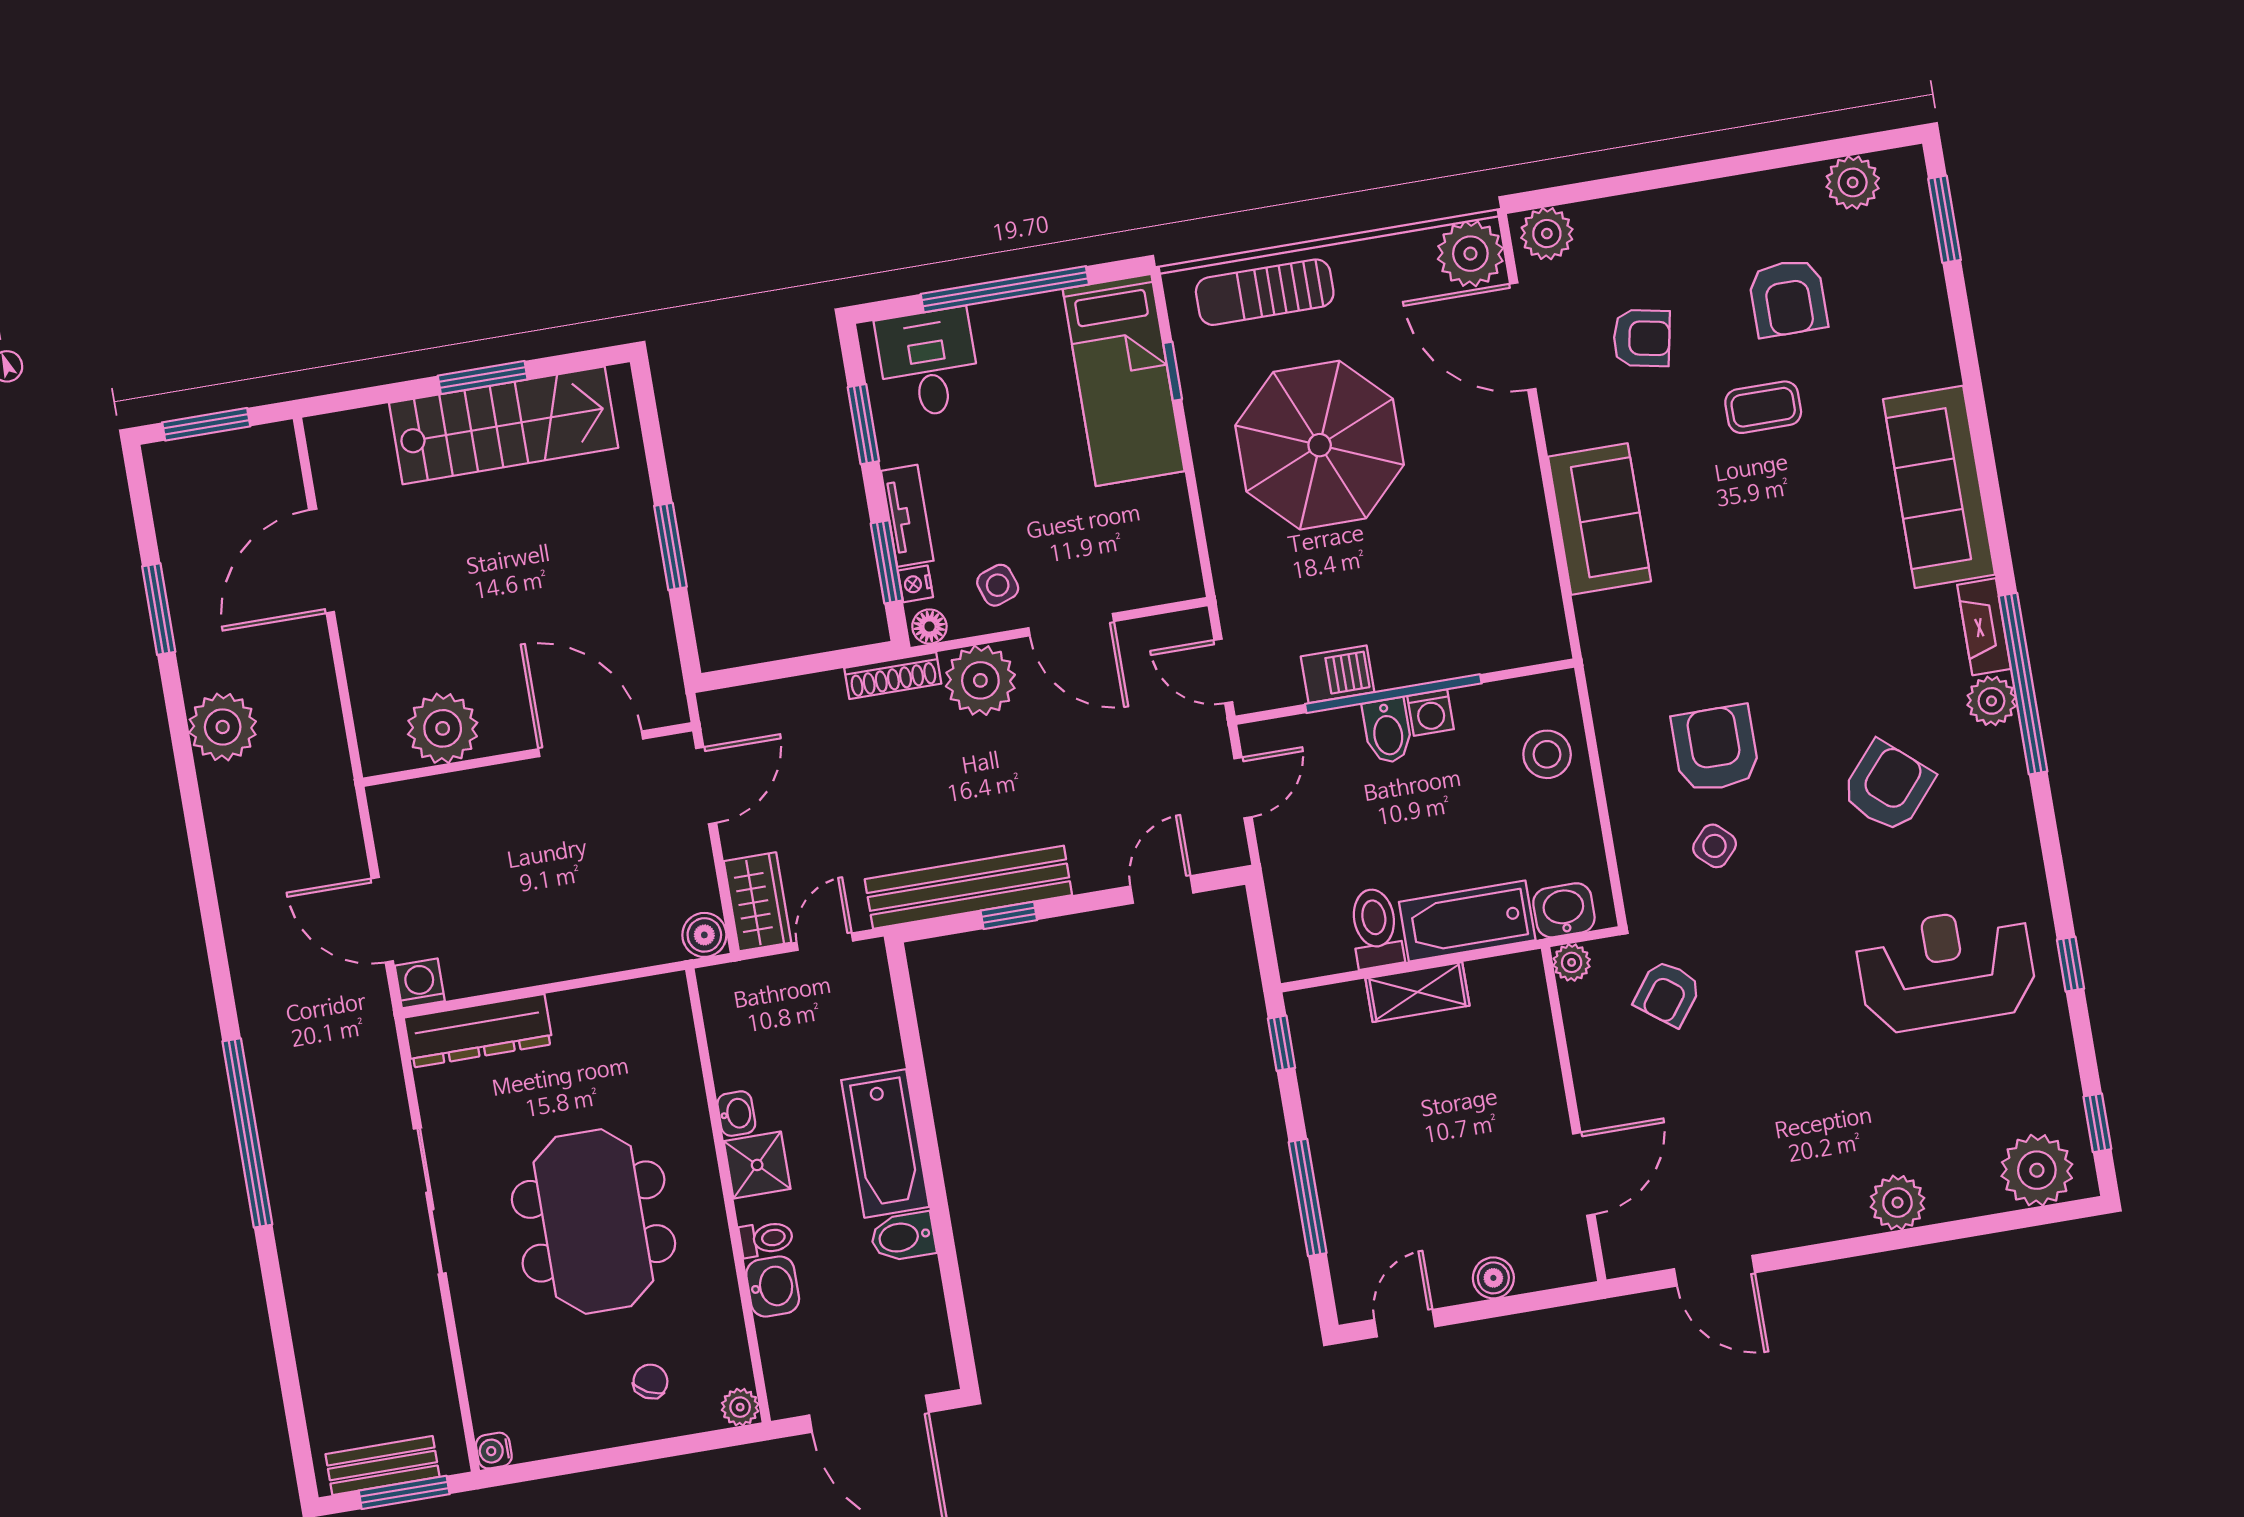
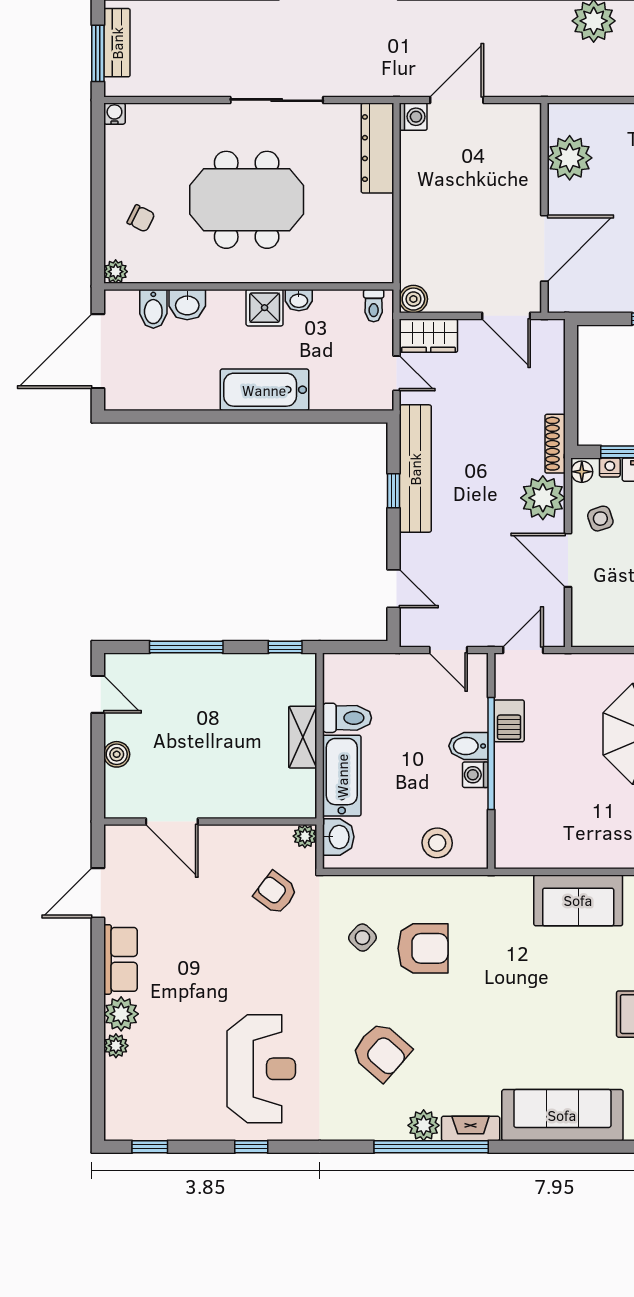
door: (1071, 625) -> (568, 560), hinge flipped
plant: (2037, 1170) -> (116, 1046), moved, width x0.53, depth x0.53
row of seats: (1813, 1218) -> (120, 959), added
bidet: (903, 1237) -> (153, 309), moved, turned 180
toilet: (766, 1239) -> (374, 306), moved

